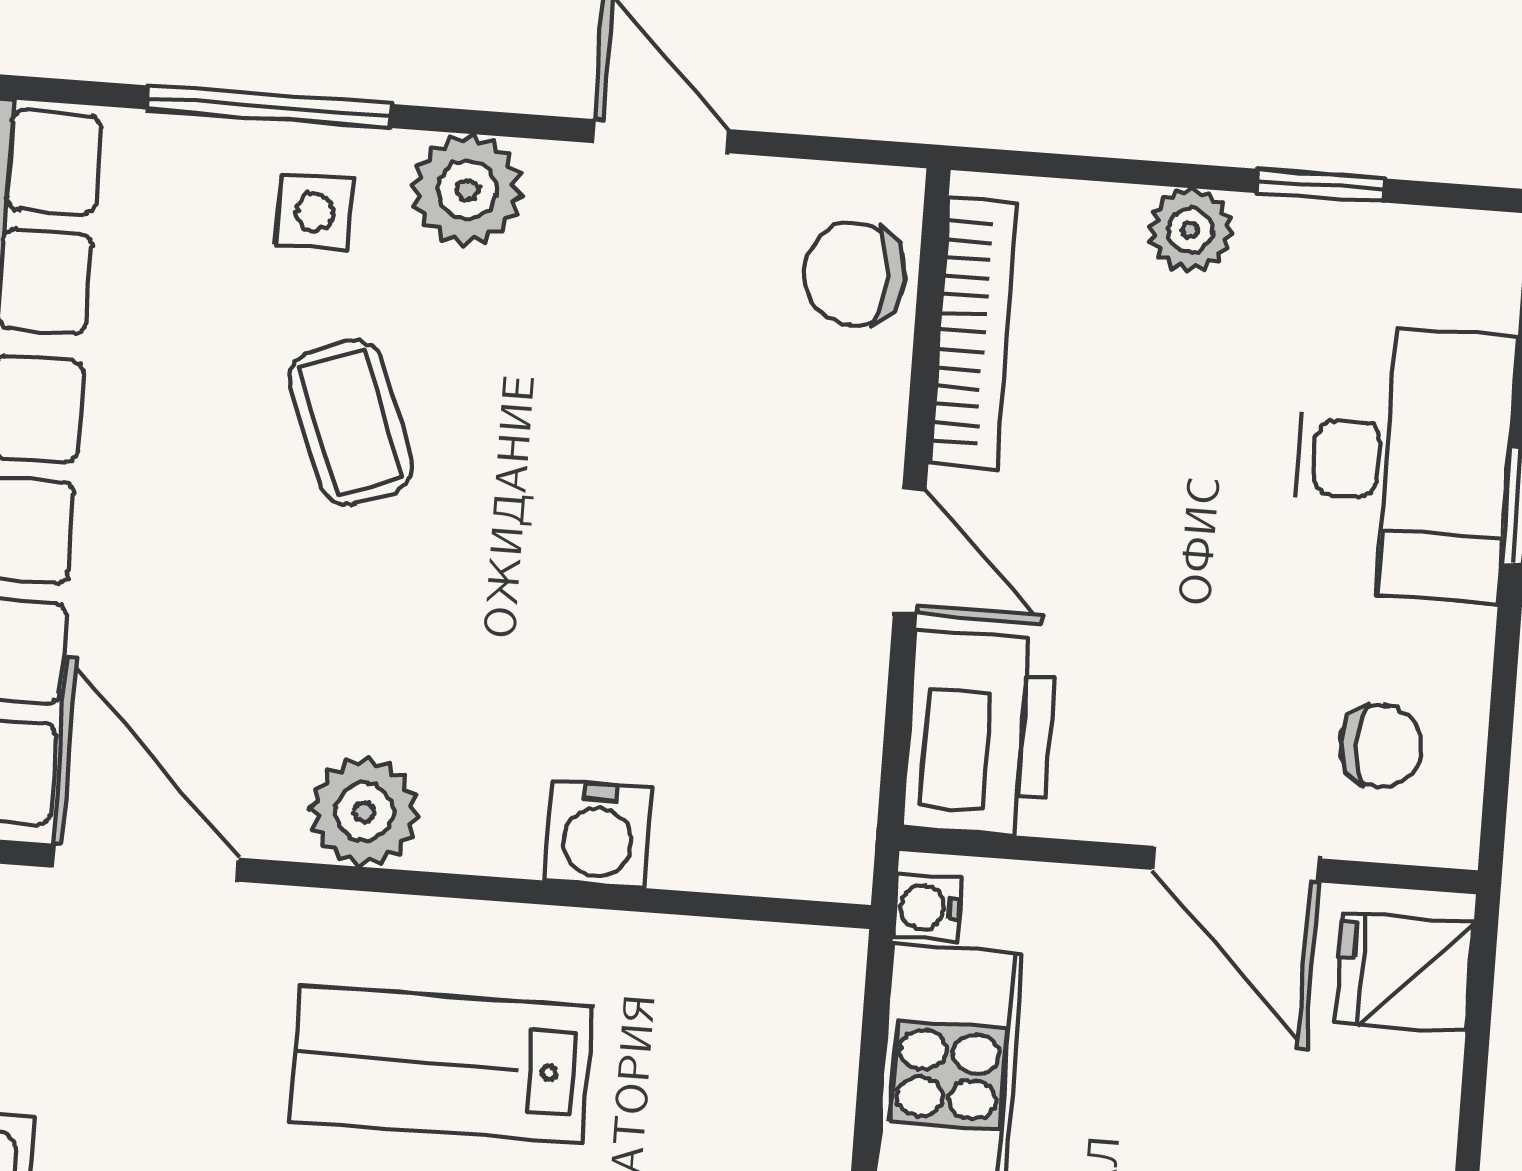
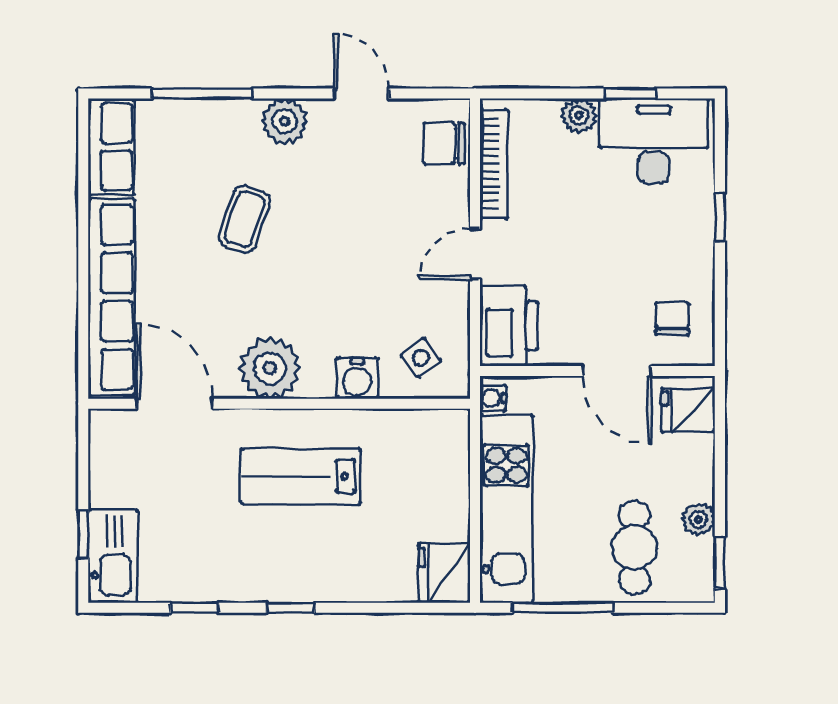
side table: (315, 212) -> (421, 358), moved, turned -37
coffee table: (351, 422) -> (244, 219), turned 40
desk: (1403, 462) -> (654, 141), moved, turned -90
door: (910, 551) -> (475, 254), swing flipped
chair: (1381, 746) -> (672, 319), turned -90
plant: (364, 812) -> (270, 368), width x1.36, depth x1.36

